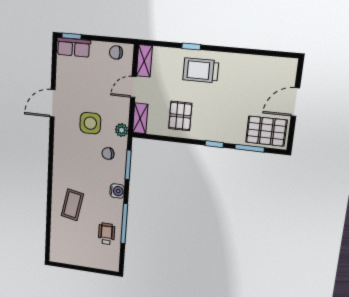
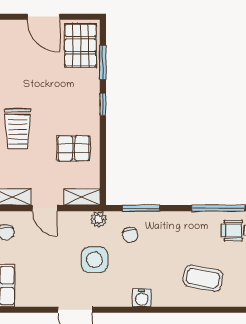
water cooler: (117, 191) -> (142, 298), moved, turned 180

